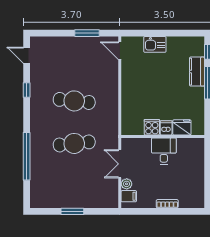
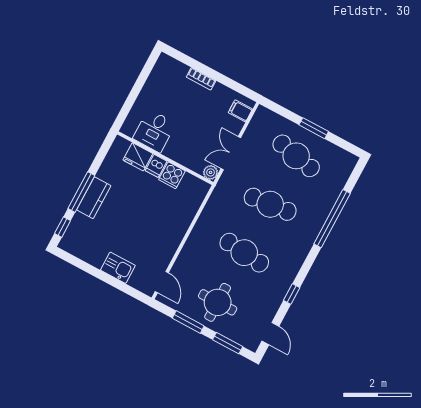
window: (52, 33) -> (228, 343), added
round table: (74, 57) -> (218, 302), added
kitchen counter: (197, 72) -> (94, 198), moved
desk: (164, 151) -> (154, 131), moved
double door: (120, 164) -> (231, 153), swing flipped
plant: (127, 184) -> (211, 172), moved
cafe table: (74, 186) -> (296, 156), added

